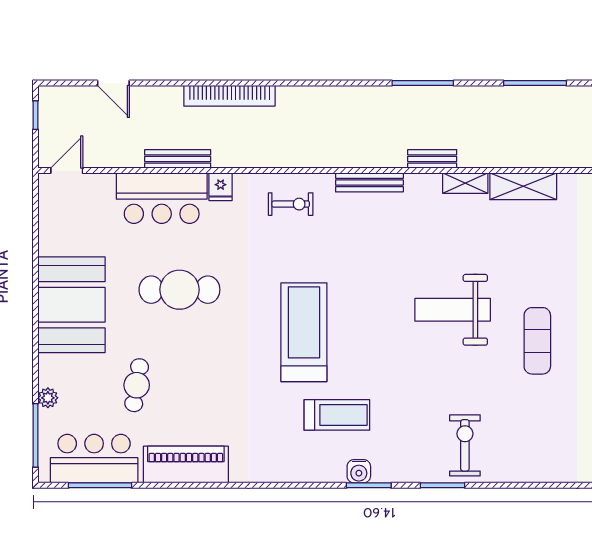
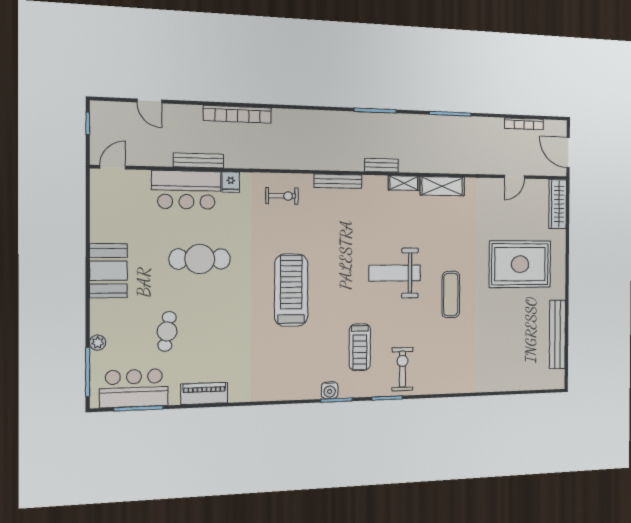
booth: (71, 305) -> (108, 271), width x0.73, depth x0.70
treadmill: (337, 415) -> (360, 347), moved, turned 90
piano: (186, 465) -> (204, 393), width x0.73, depth x0.75

